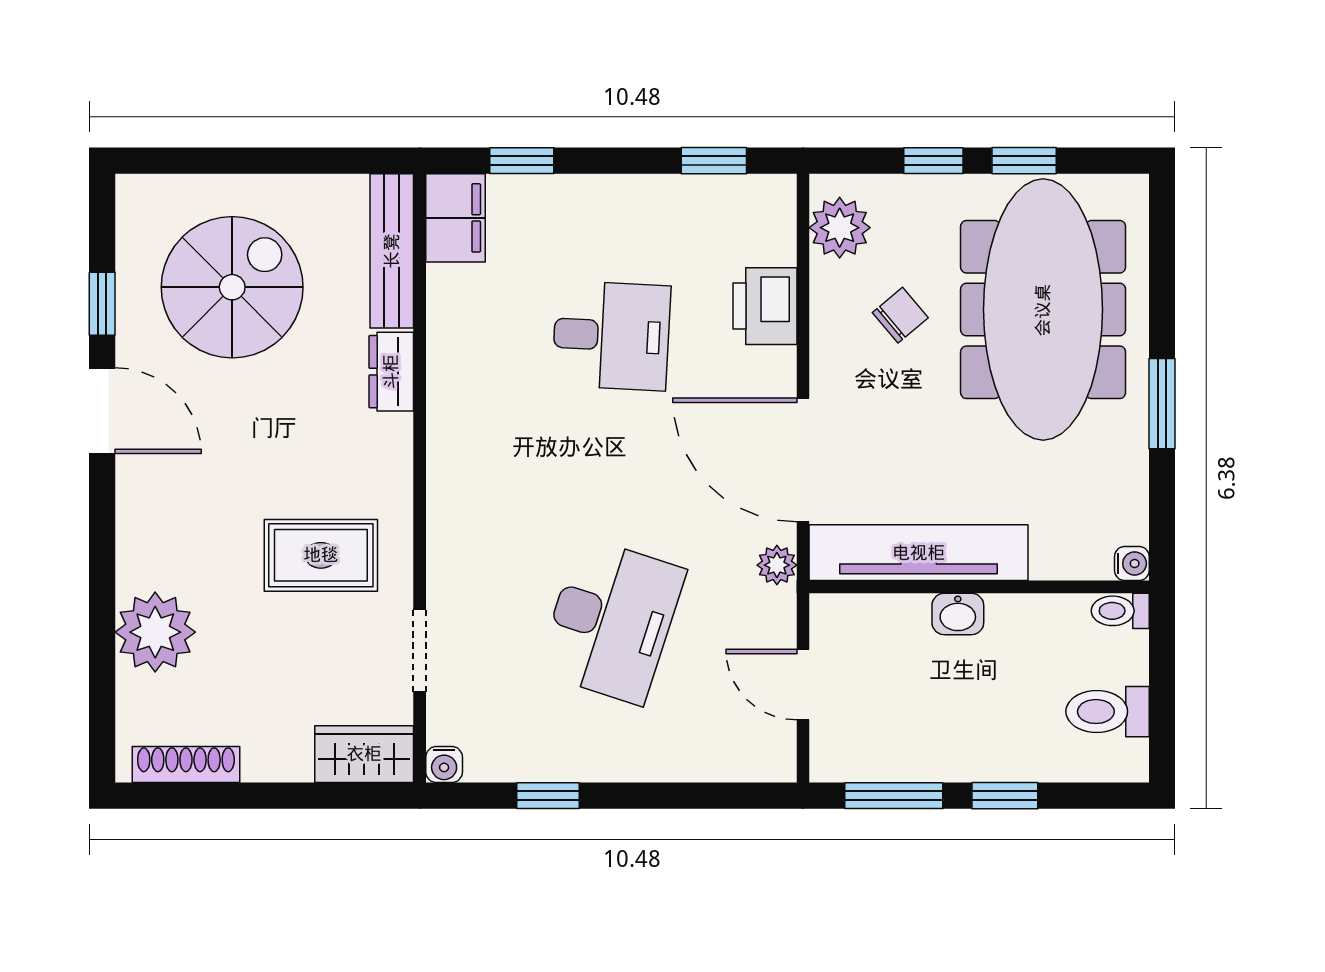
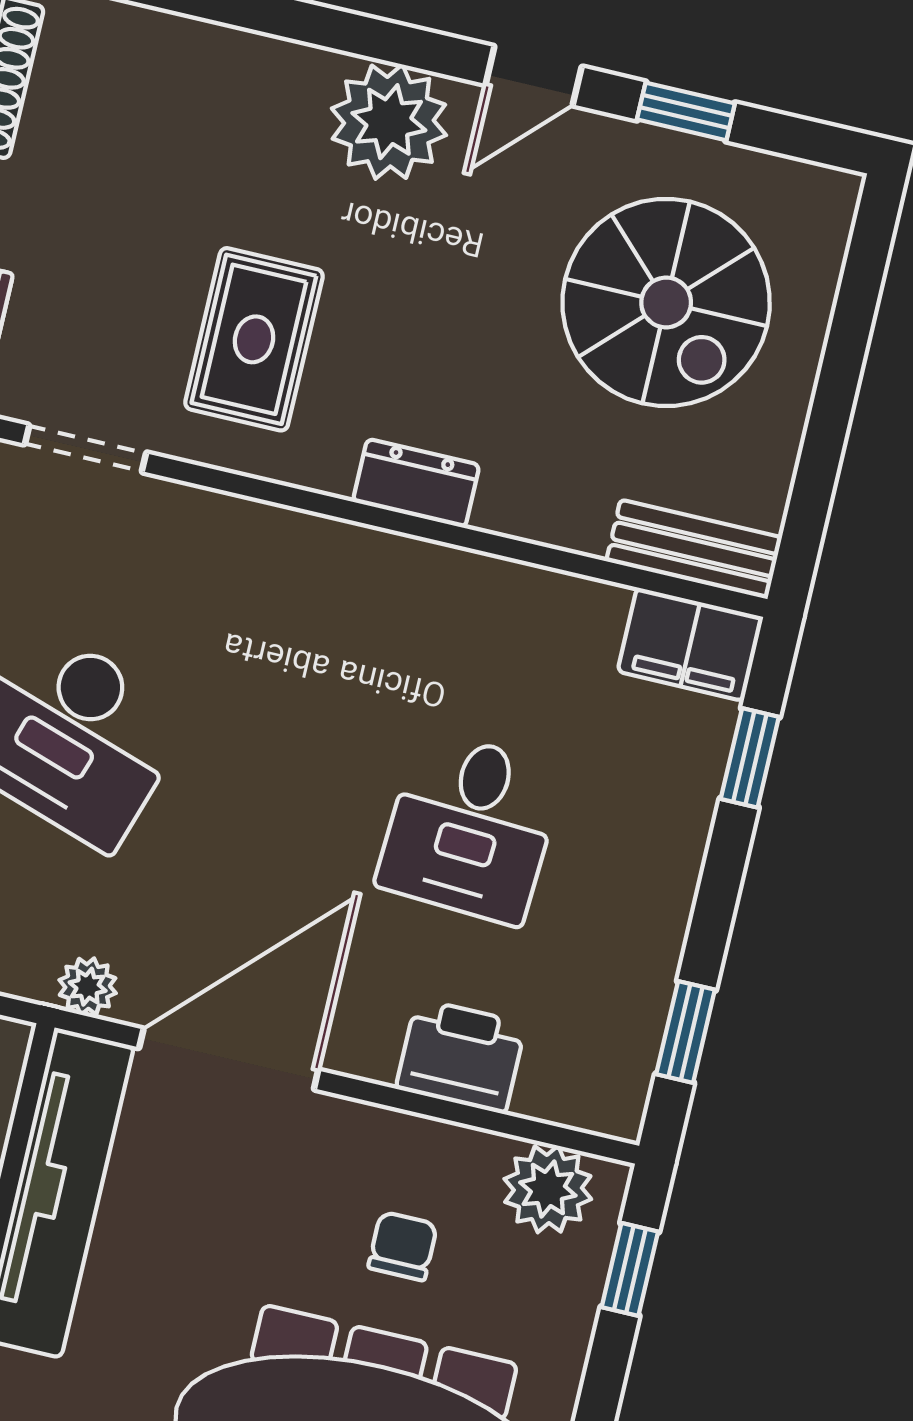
window: (933, 161) -> (630, 1269), moved
bench: (392, 251) -> (694, 549), width x0.73
chair: (900, 315) -> (403, 1246), turned -140
dresser: (391, 372) -> (416, 483), moved
door: (102, 411) -> (534, 76), width x0.73
plant: (155, 632) -> (389, 122), moved

